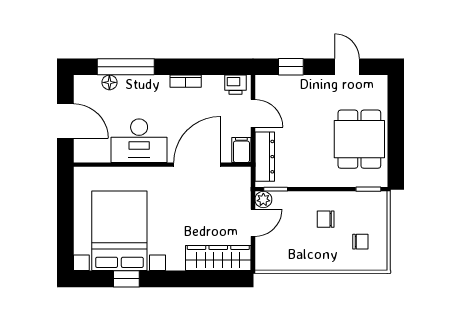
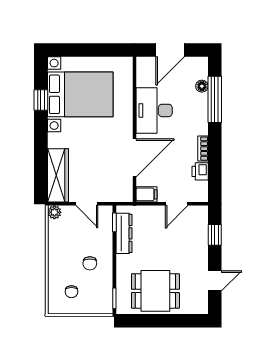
printer: (235, 85) -> (200, 171), moved
dresser: (265, 157) -> (124, 233), moved, turned -90
door: (197, 165) -> (134, 158), hinge flipped
plant: (263, 200) -> (54, 212), moved
chair: (326, 219) -> (90, 263), turned 180

